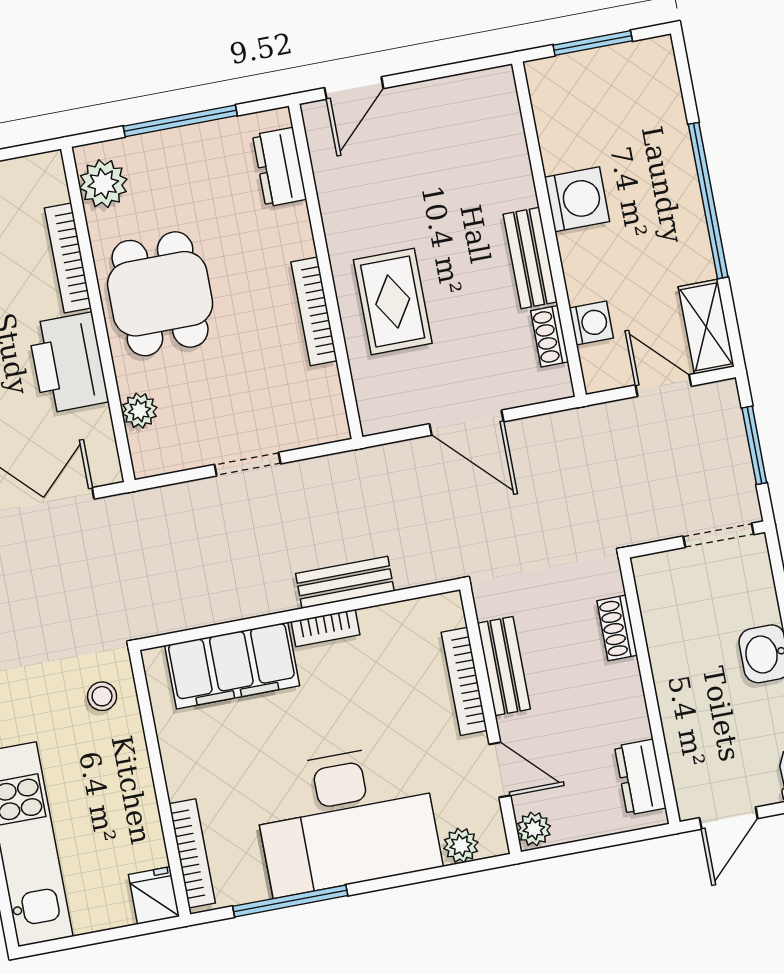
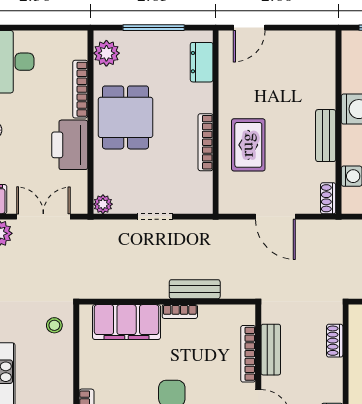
shoe rack: (550, 336) -> (328, 198), moved
plant: (140, 411) -> (103, 204), moved

